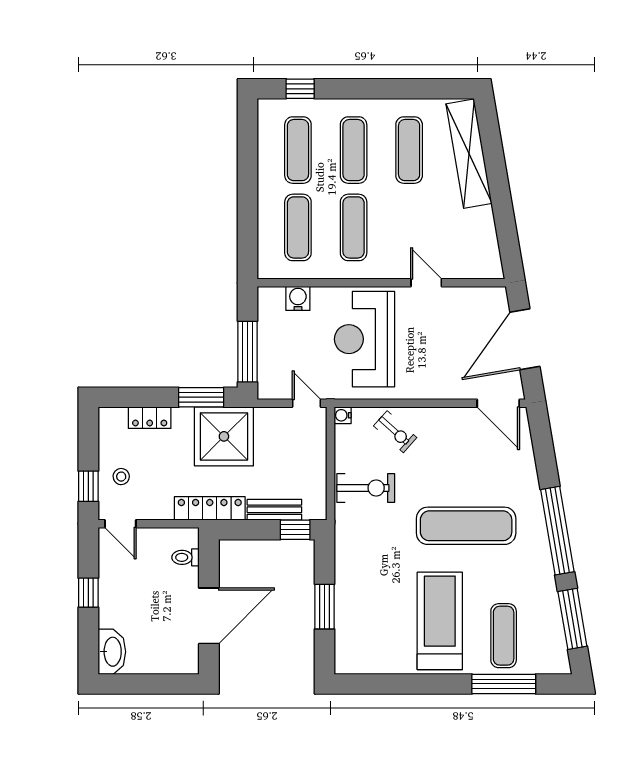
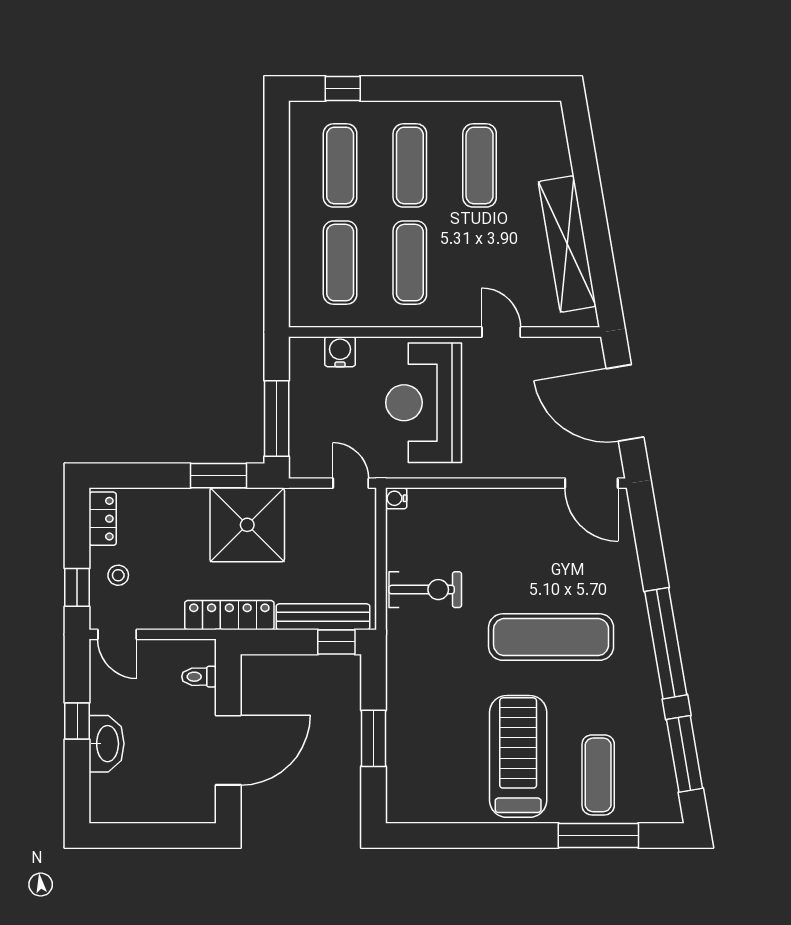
shelving: (469, 154) -> (567, 244), moved
door: (525, 339) -> (625, 403), hinge flipped
locker: (150, 418) -> (103, 519), moved, turned -90
exercise bike: (395, 432) -> (462, 519), removed
bench: (274, 510) -> (323, 617), width x1.36
washbasin: (112, 652) -> (106, 744), moved

